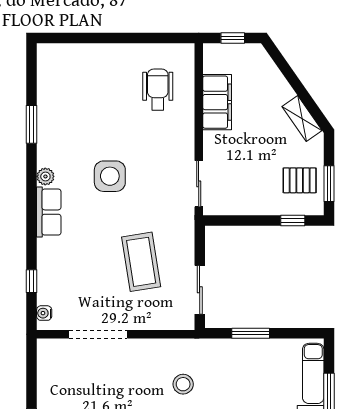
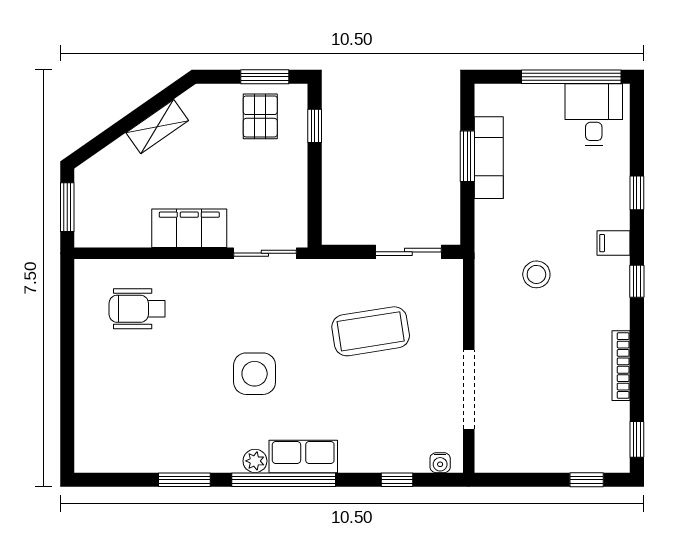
window: (233, 38) -> (67, 207), width x1.50
filing cabinet: (217, 102) -> (189, 228), moved
shelving: (302, 119) -> (157, 127), moved
window: (32, 198) -> (284, 480), added
window: (251, 333) -> (467, 156), moved
exam couch: (313, 373) -> (489, 158), moved, turned -90

